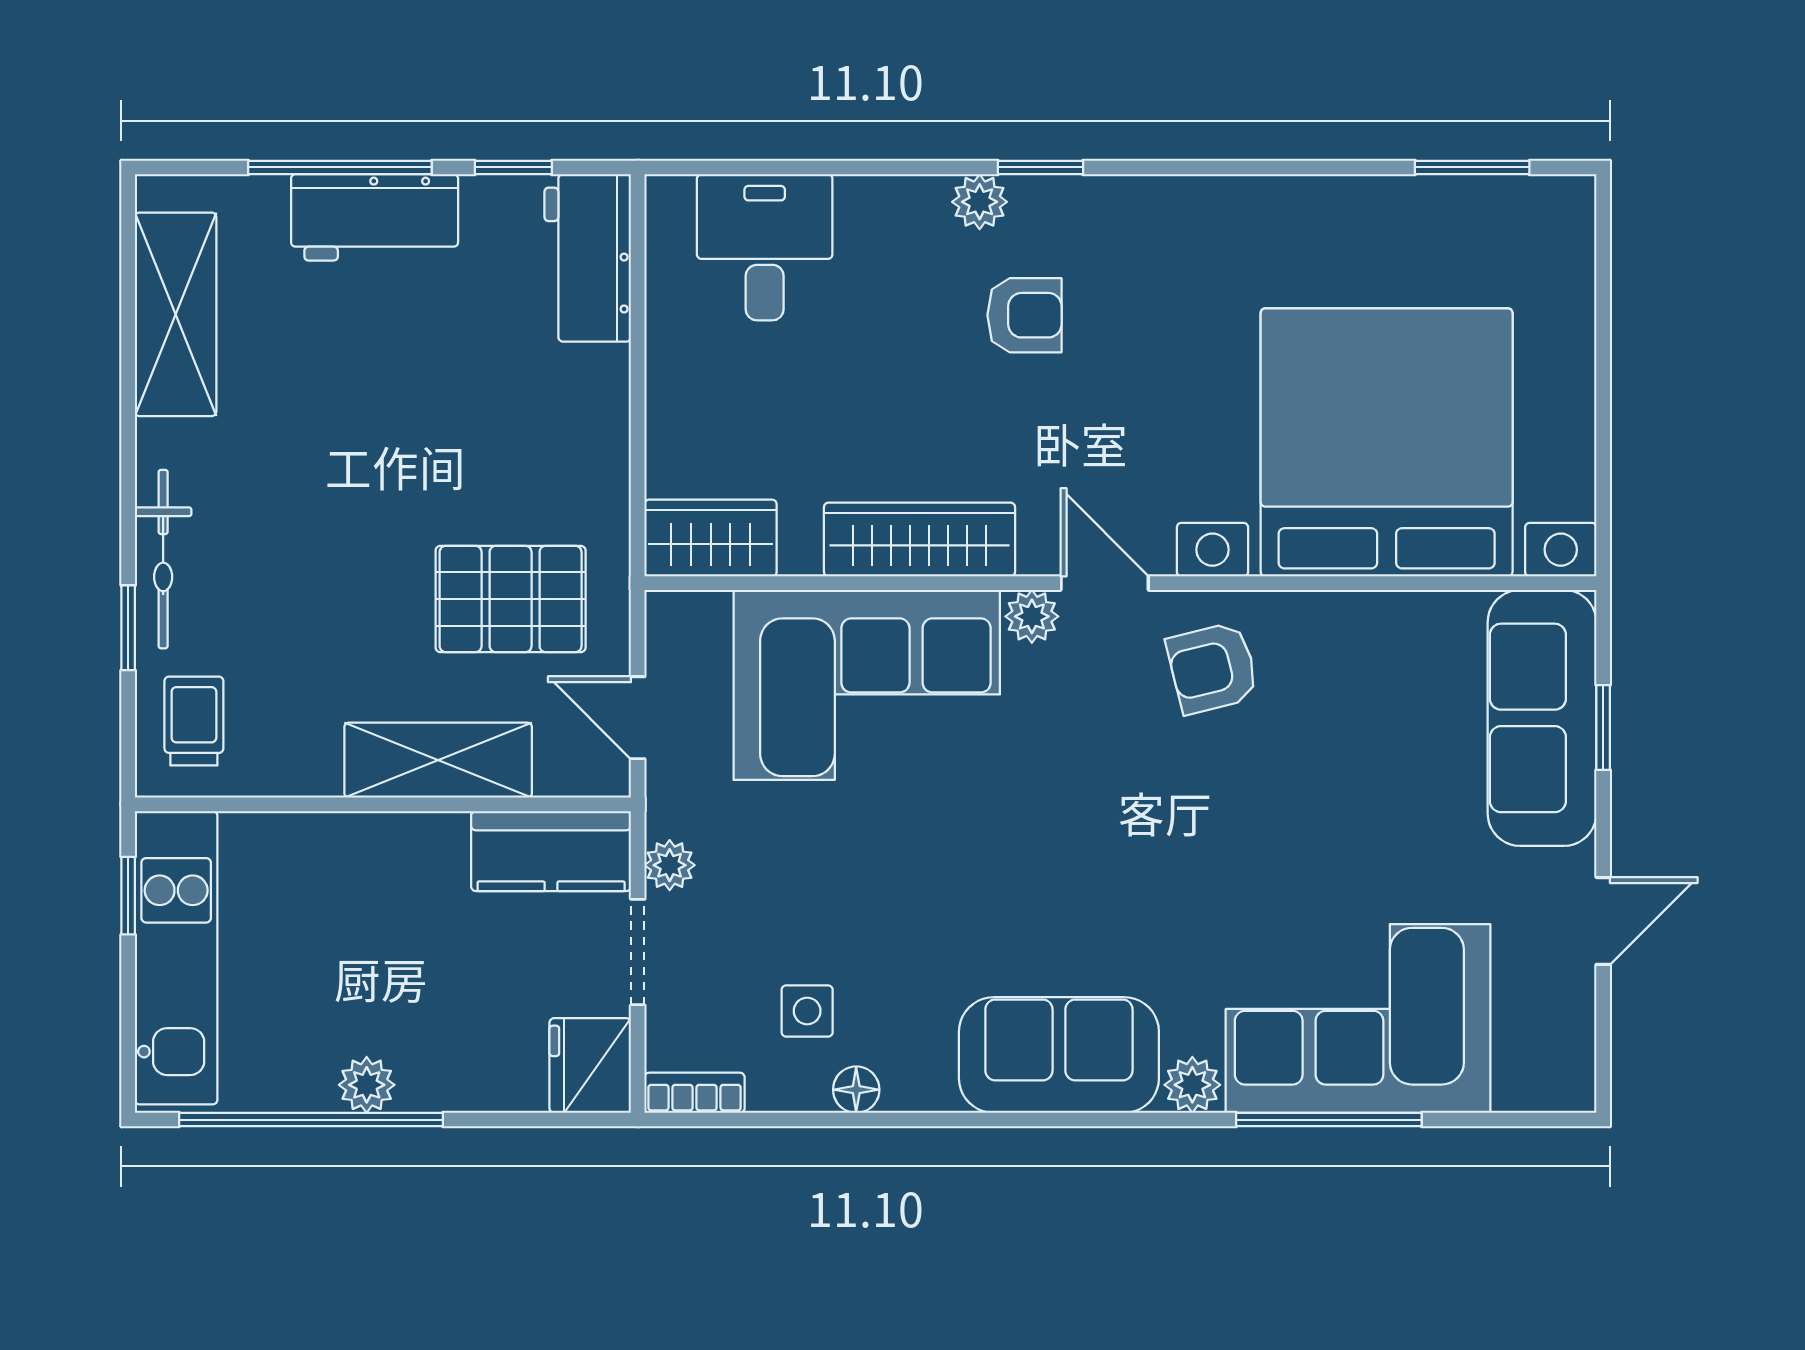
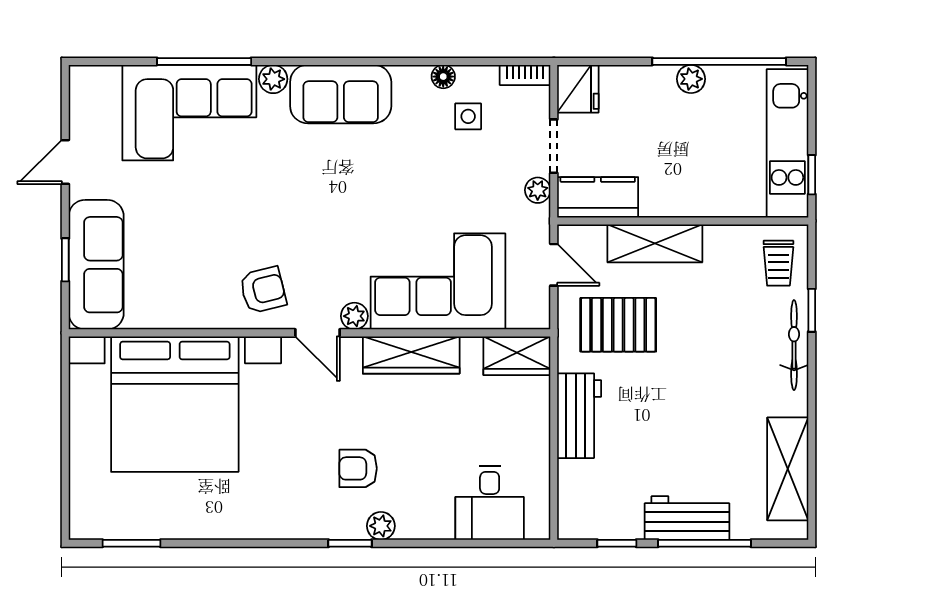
workbench: (588, 258) -> (579, 416), moved

